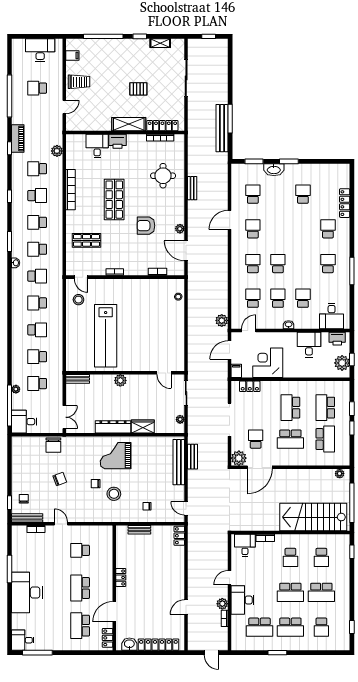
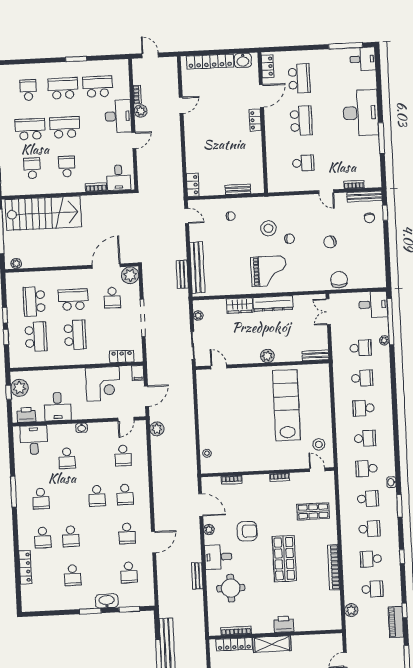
desk: (97, 146) -> (218, 557), moved, turned 90
school desk: (278, 298) -> (71, 536), moved
locker: (121, 577) -> (255, 120), moved

